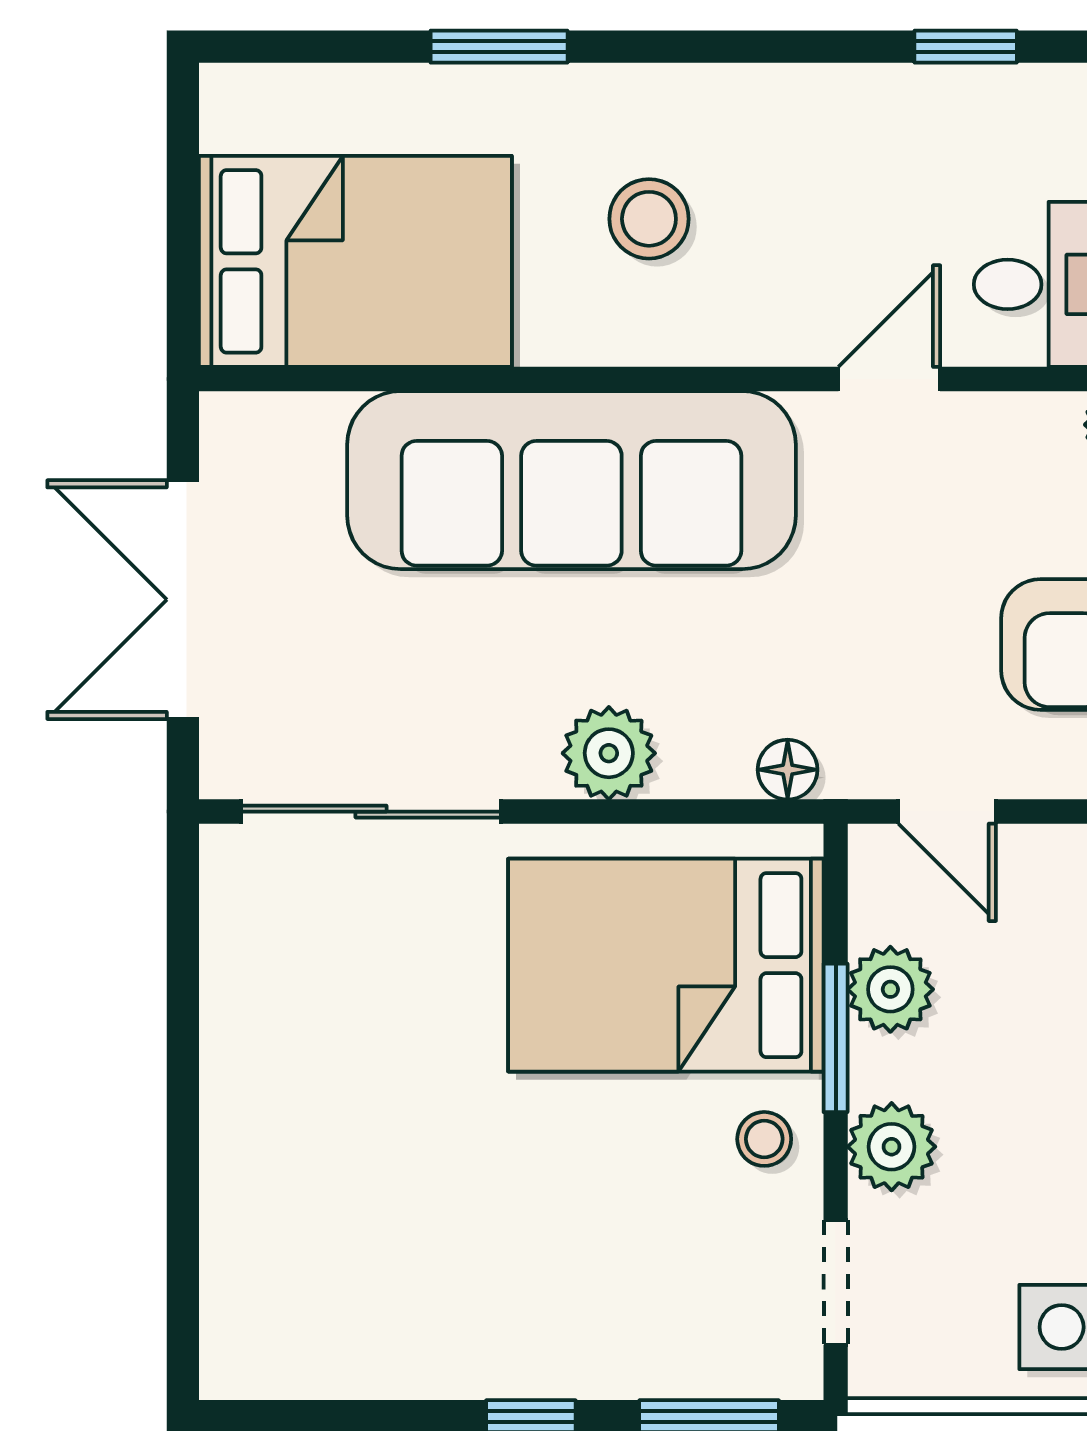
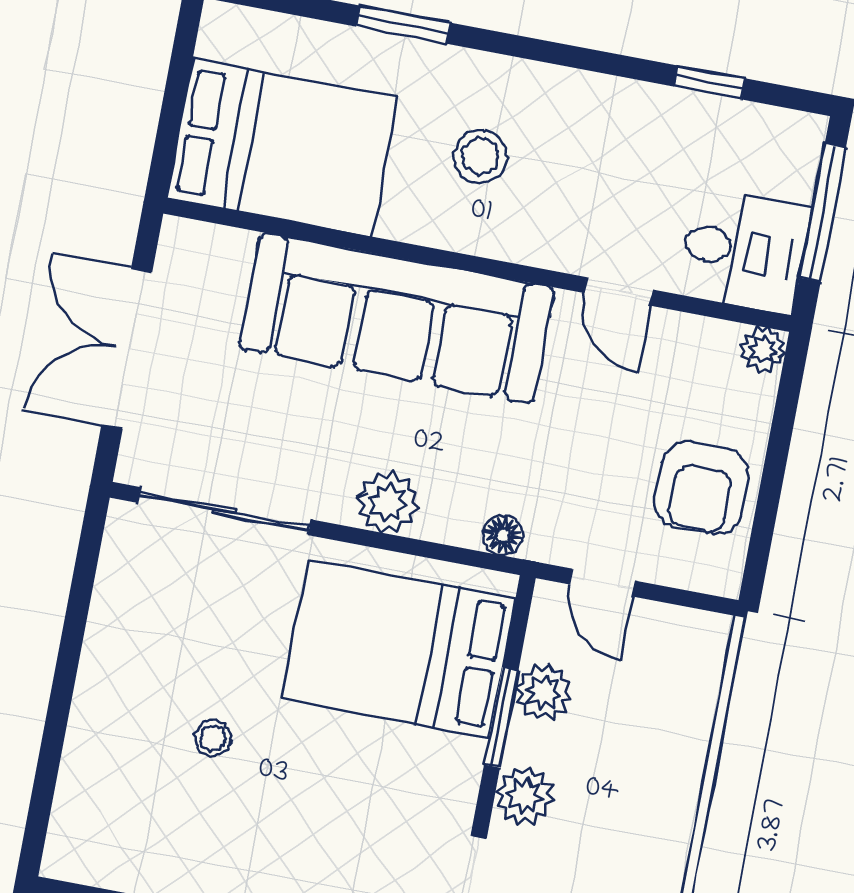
door: (889, 379) -> (618, 291), swing flipped
stool: (764, 1139) -> (213, 738), moved

